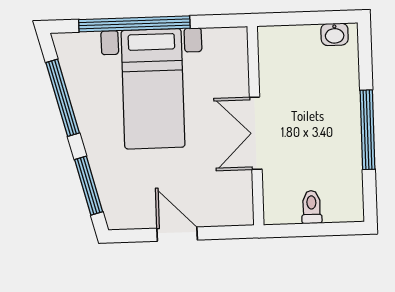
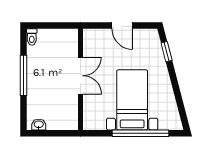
window: (63, 98) -> (178, 97), removed
window: (89, 186) -> (167, 52), width x0.67
toilet: (312, 207) -> (32, 37), moved

